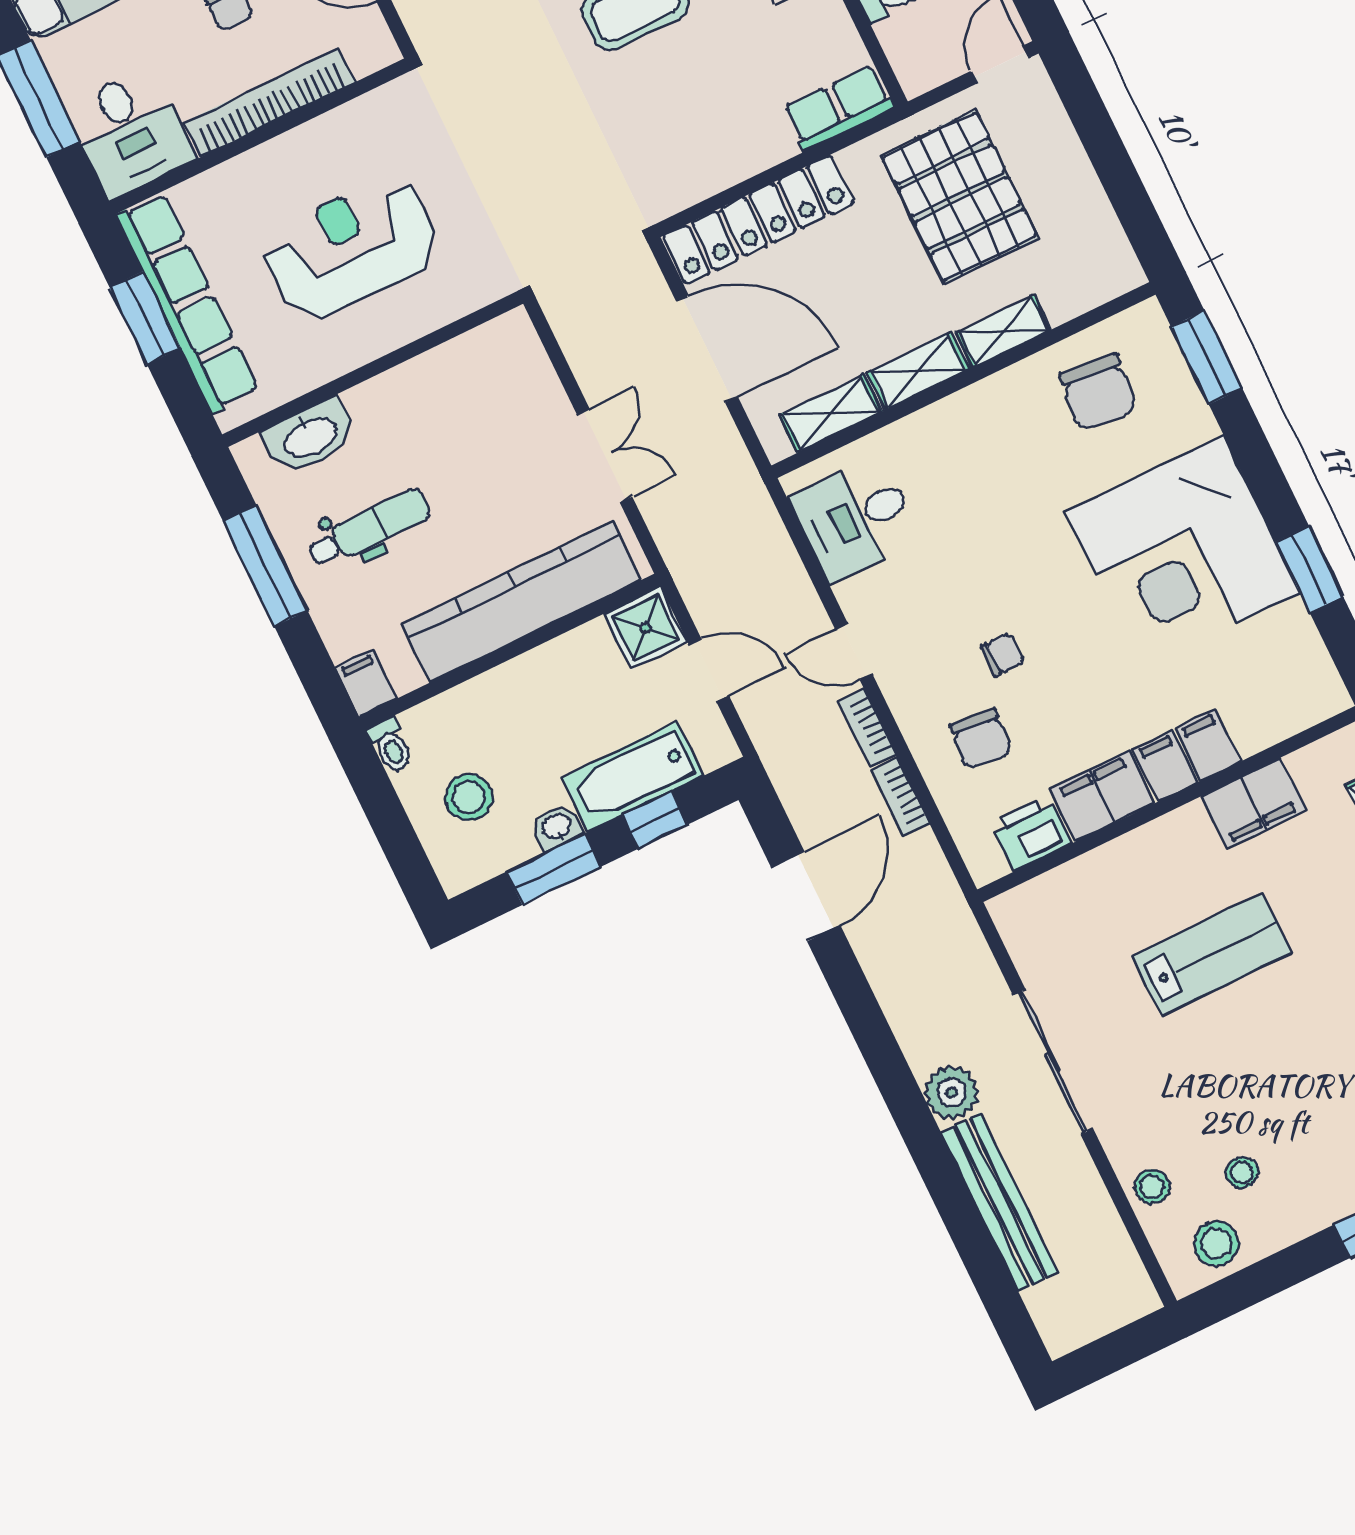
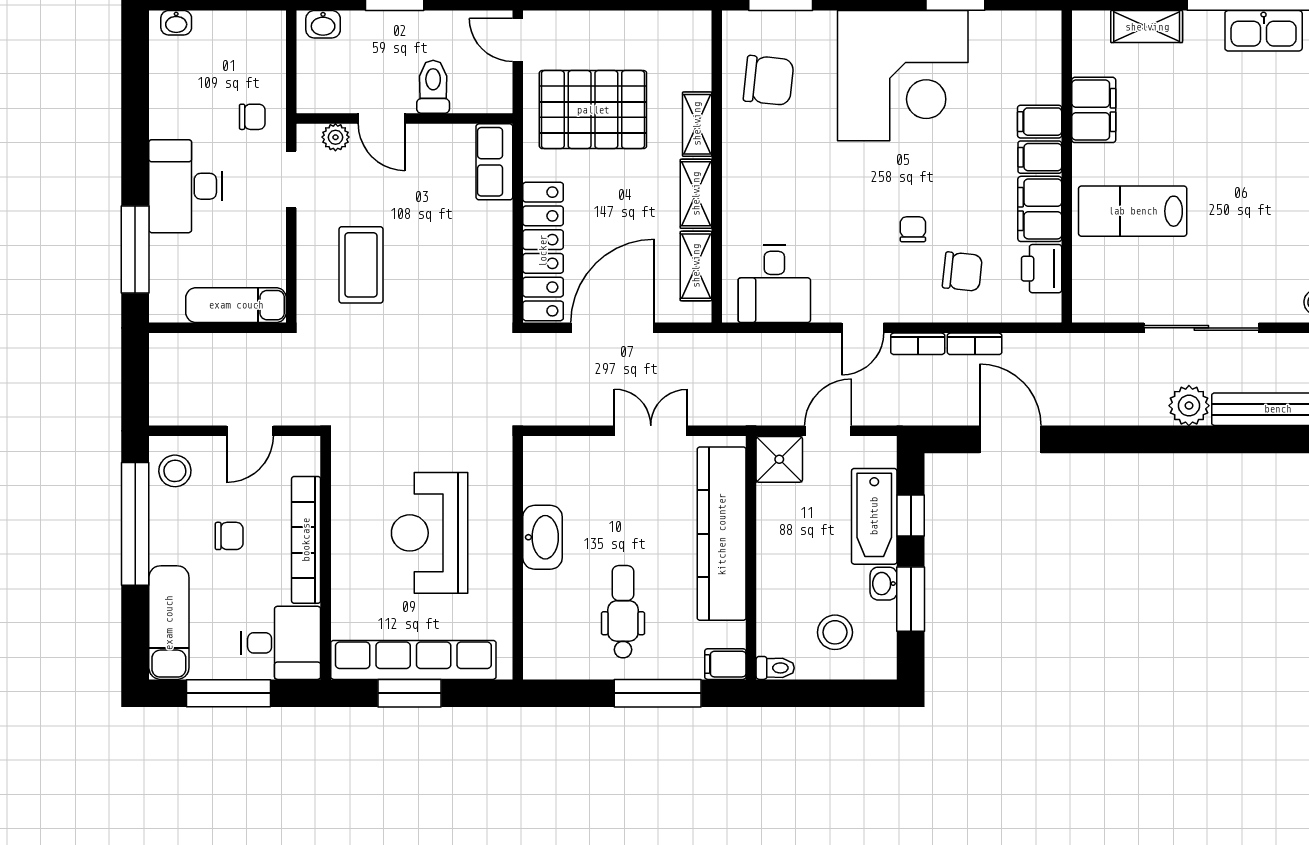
washbasin: (310, 437) -> (543, 537), moved
window: (265, 566) -> (658, 693), moved
lab bench: (1212, 954) -> (1133, 211), moved, turned -90

